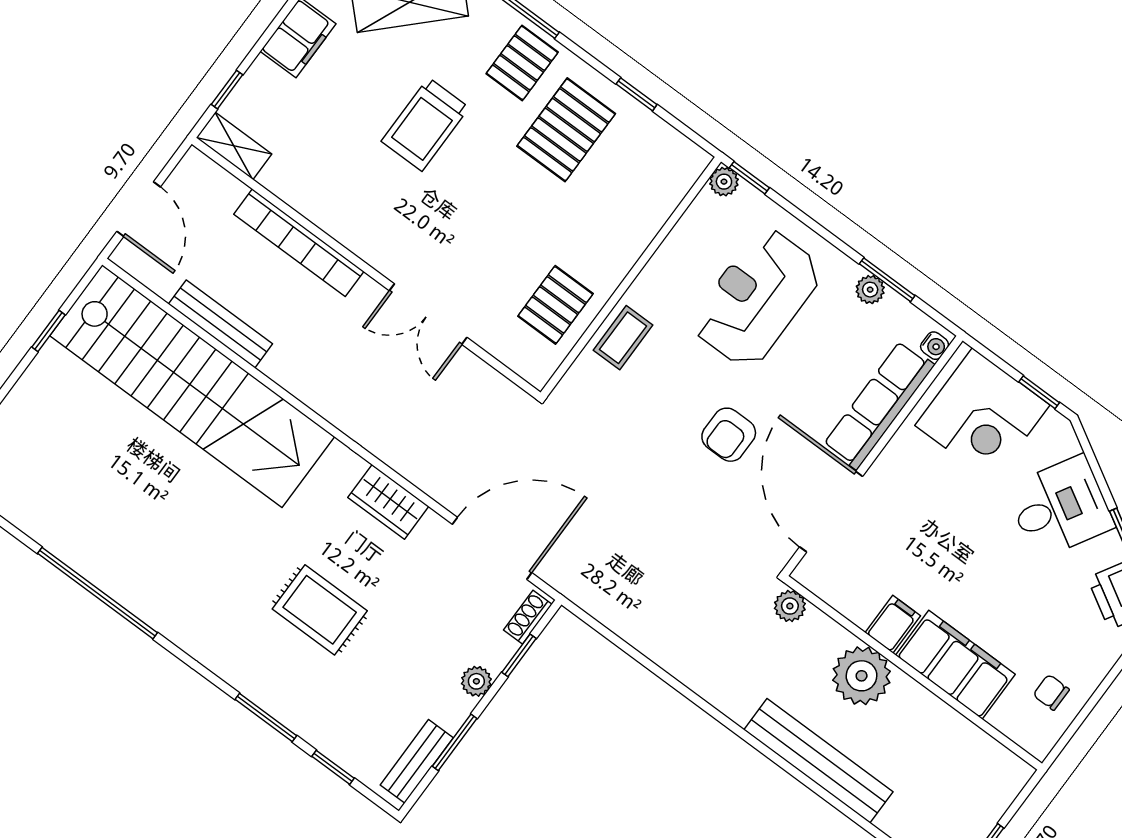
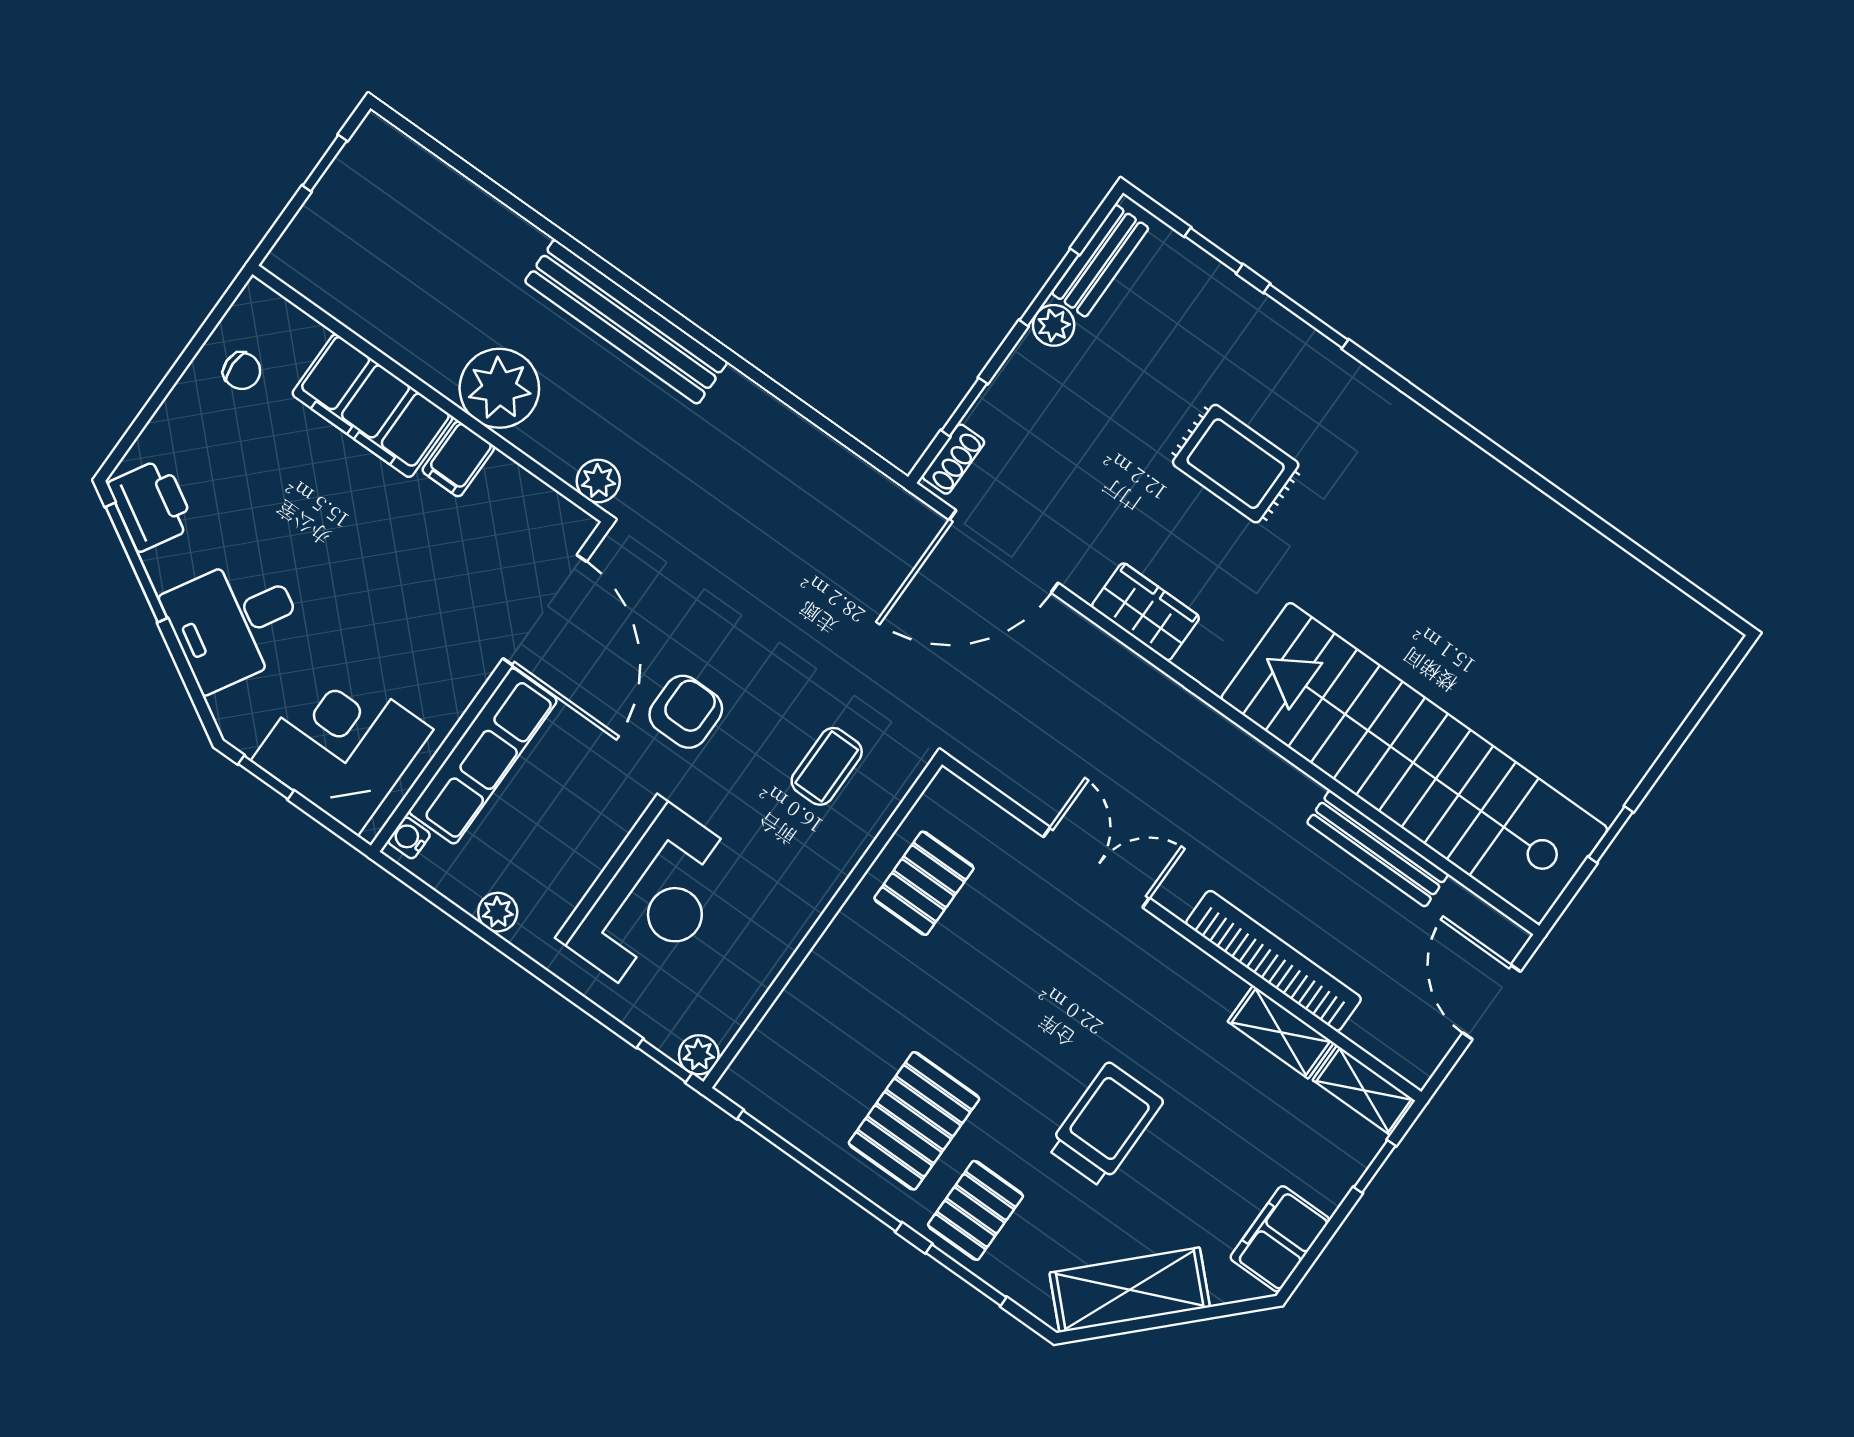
window: (637, 94) -> (819, 1171), width x3.17
shelving: (294, 190) -> (1281, 1032), added
window: (887, 280) -> (475, 926), removed
coffee table: (623, 338) -> (827, 766), moved
window: (98, 593) -> (1537, 481), removed
plant: (476, 681) -> (1054, 325), moved
bench: (818, 761) -> (626, 322), moved

